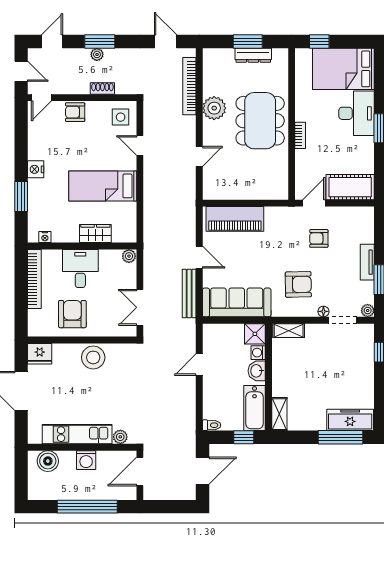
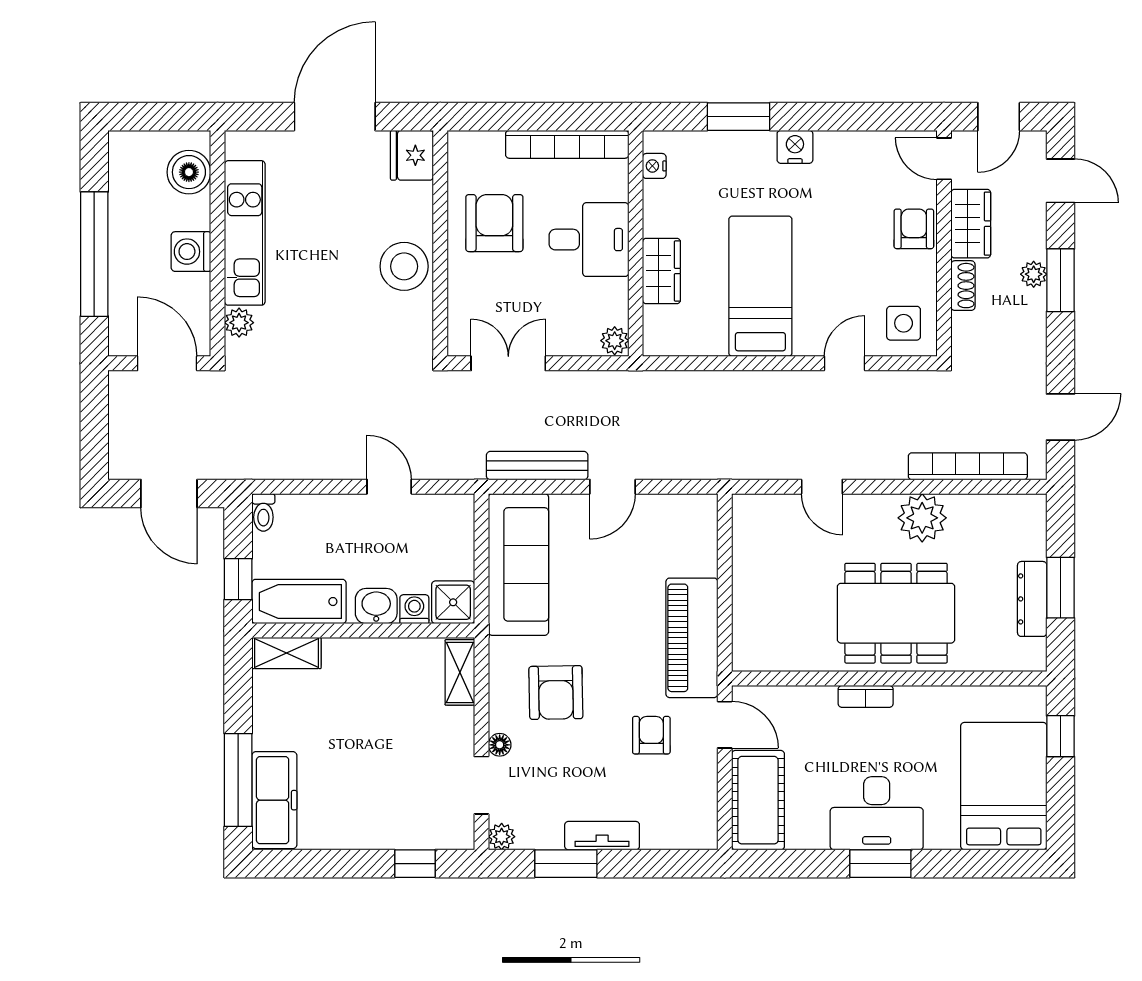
wardrobe: (73, 85) -> (971, 224), added
desk: (356, 113) -> (877, 813), moved
piano: (235, 219) -> (692, 638), moved
armchair: (72, 314) -> (494, 223), turned -90

